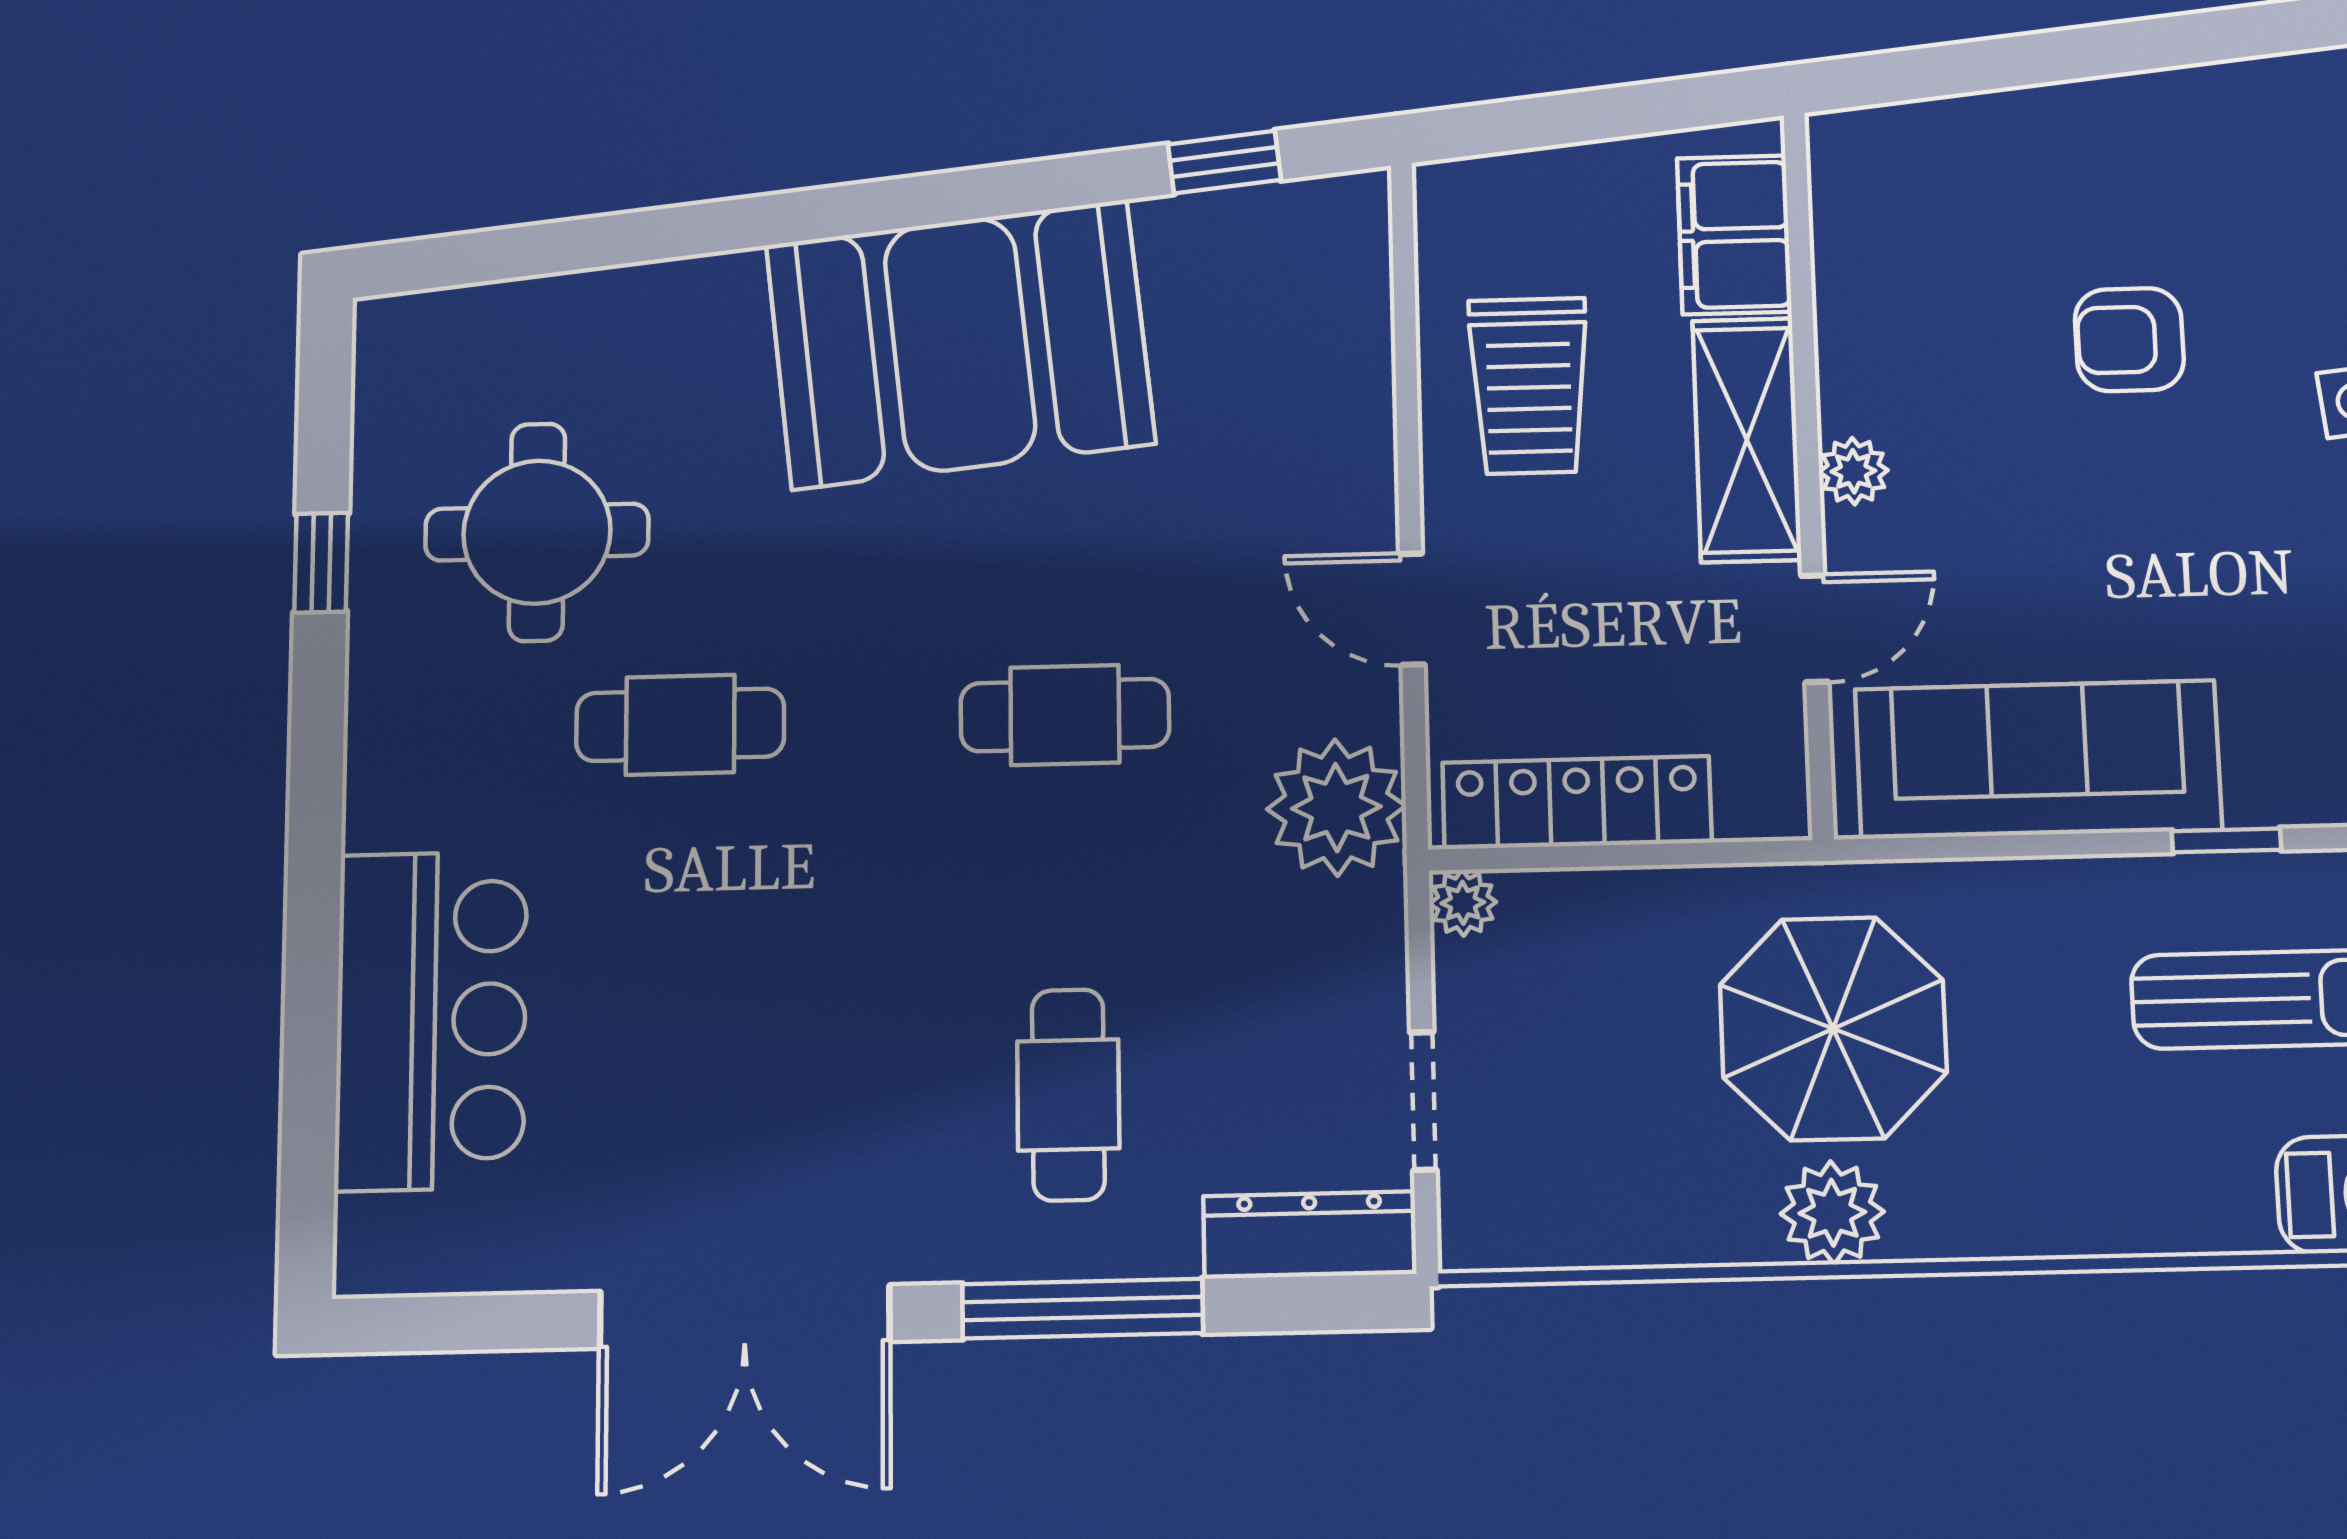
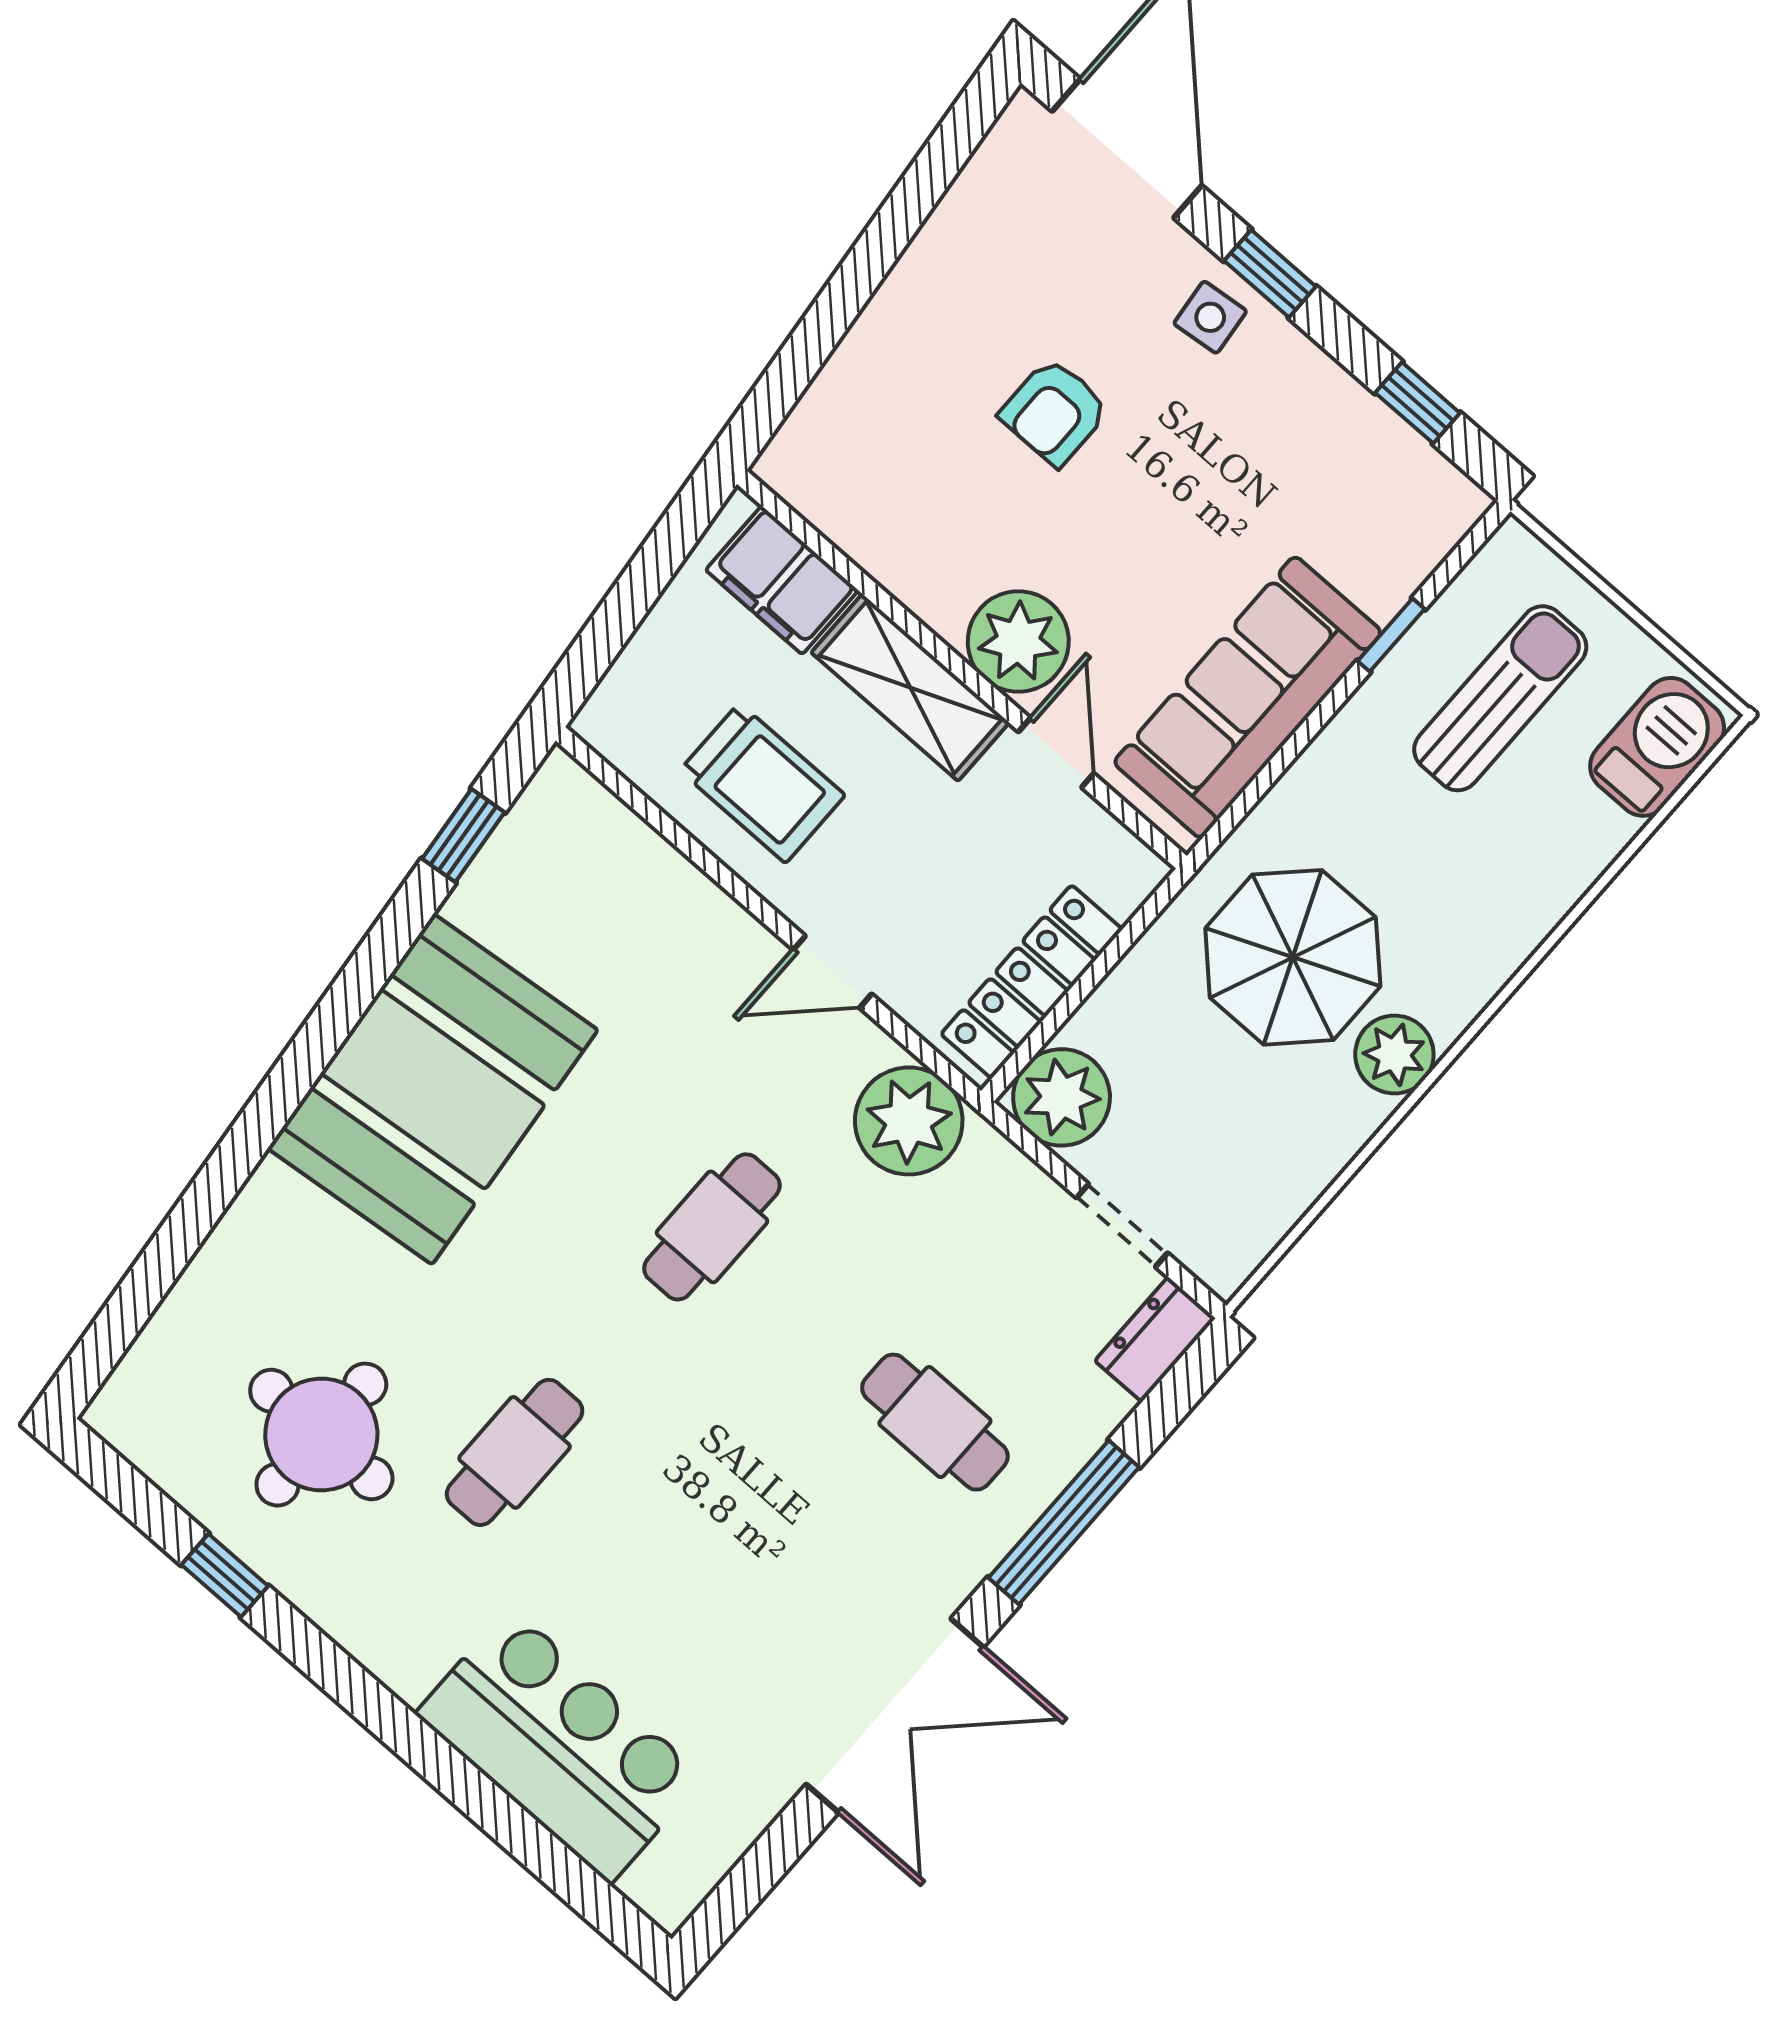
plant: (1853, 471) -> (1018, 642), width x1.88, depth x1.88
plant: (1463, 903) -> (1062, 1097), width x1.88, depth x1.88
dresser: (1310, 1235) -> (1155, 1340), width x0.70

